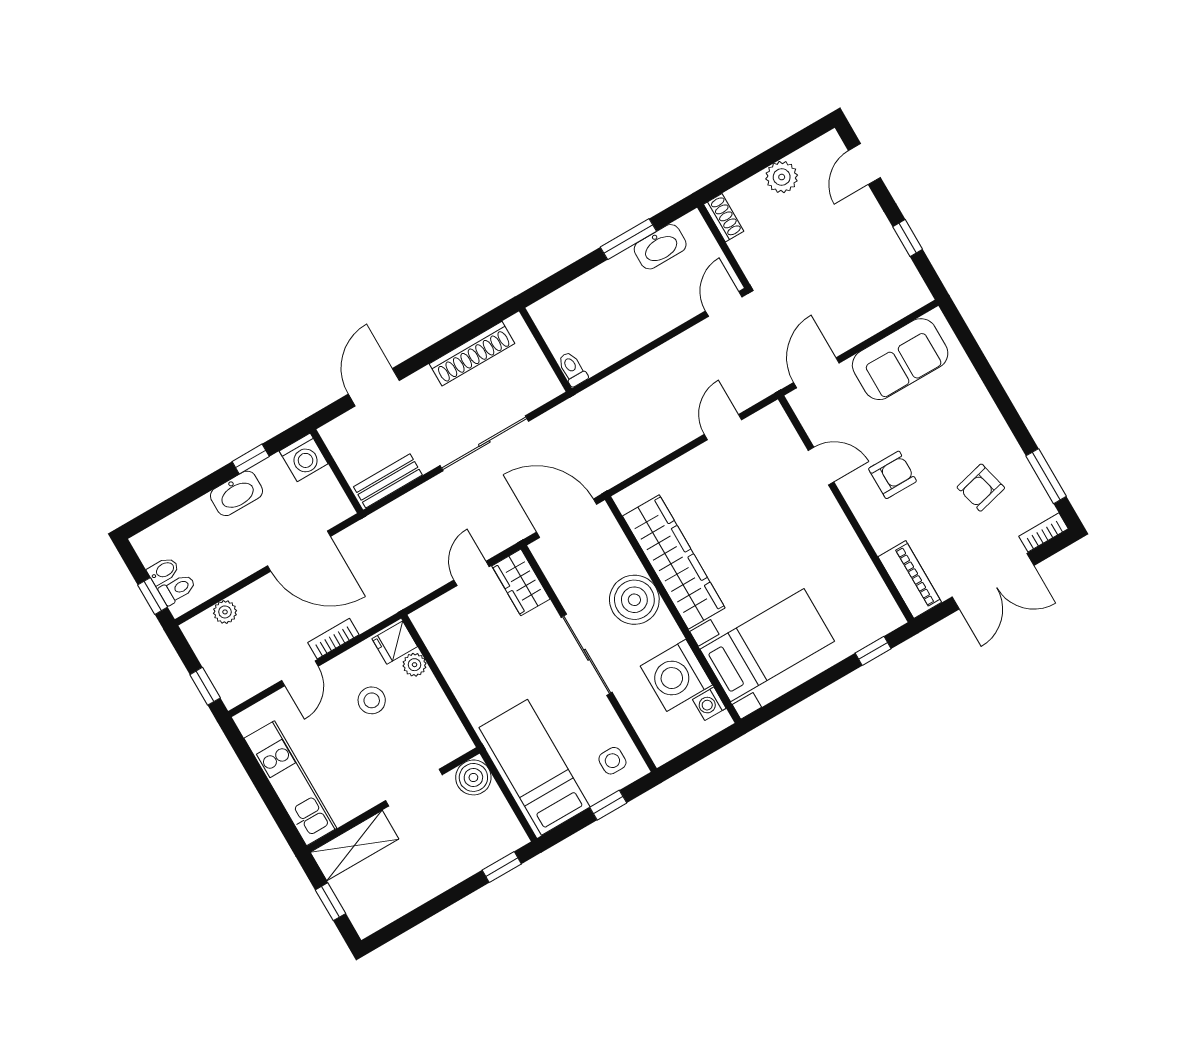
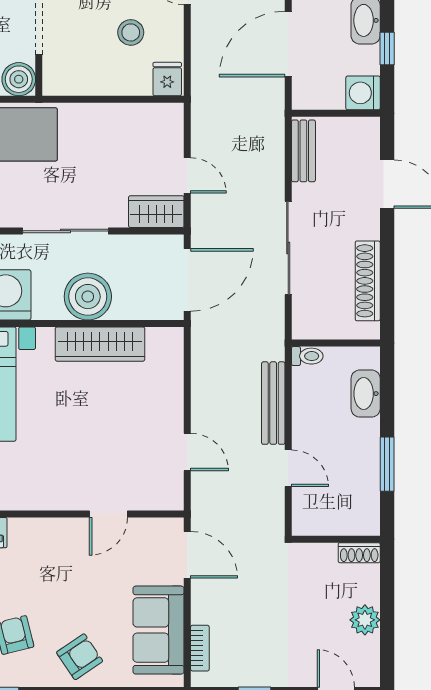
washbasin: (660, 247) -> (366, 394), moved
door: (724, 304) -> (288, 468), moved
bench: (633, 375) -> (273, 403), added
armchair: (893, 475) -> (80, 657), moved, turned -124
wardrobe: (674, 562) -> (100, 344), width x0.71, depth x0.85
bookcase: (333, 639) -> (200, 648), moved
plant: (414, 665) -> (140, 85), removed

